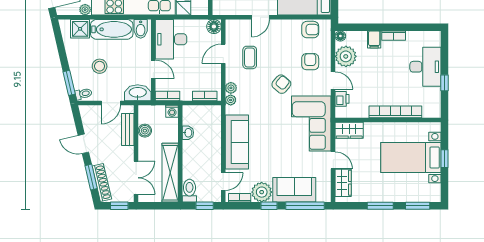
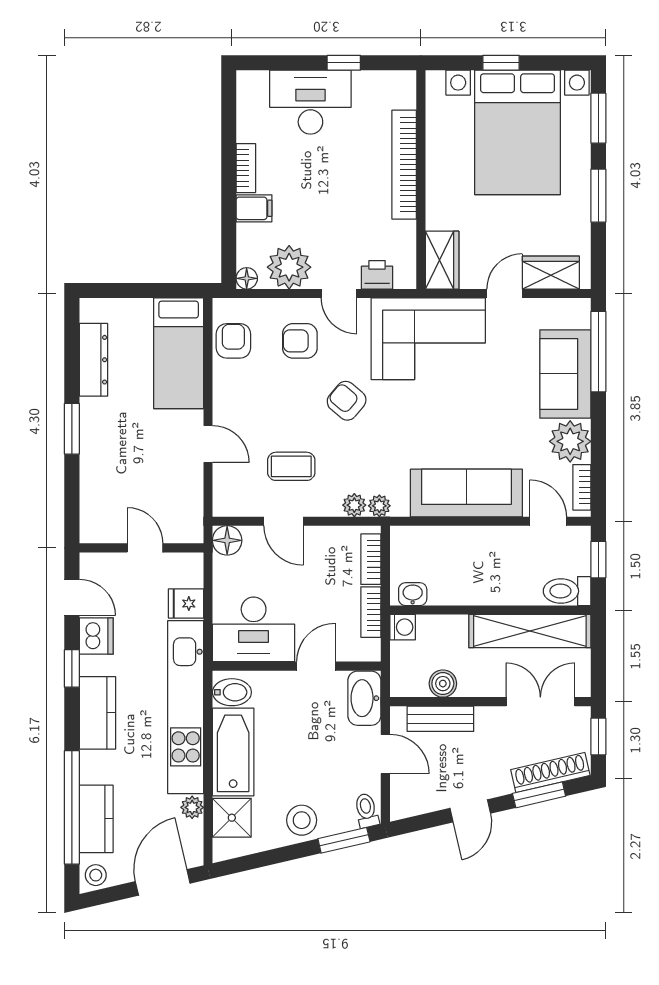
stool: (100, 66) -> (302, 820), moved
door: (333, 81) -> (339, 293), swing flipped
bookcase: (168, 96) -> (371, 612), moved
washbasin: (188, 133) -> (413, 594), moved
bed with nightstands: (411, 158) -> (518, 132), width x1.36
window: (269, 206) -> (598, 426), removed

